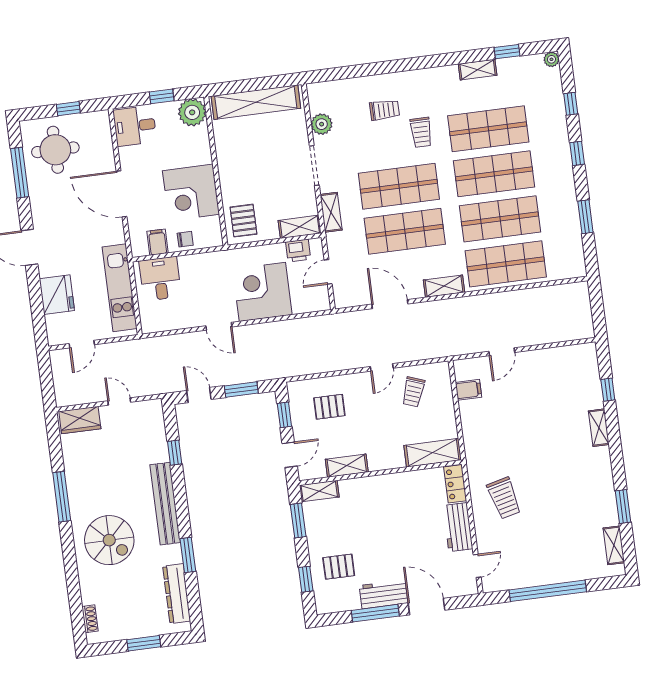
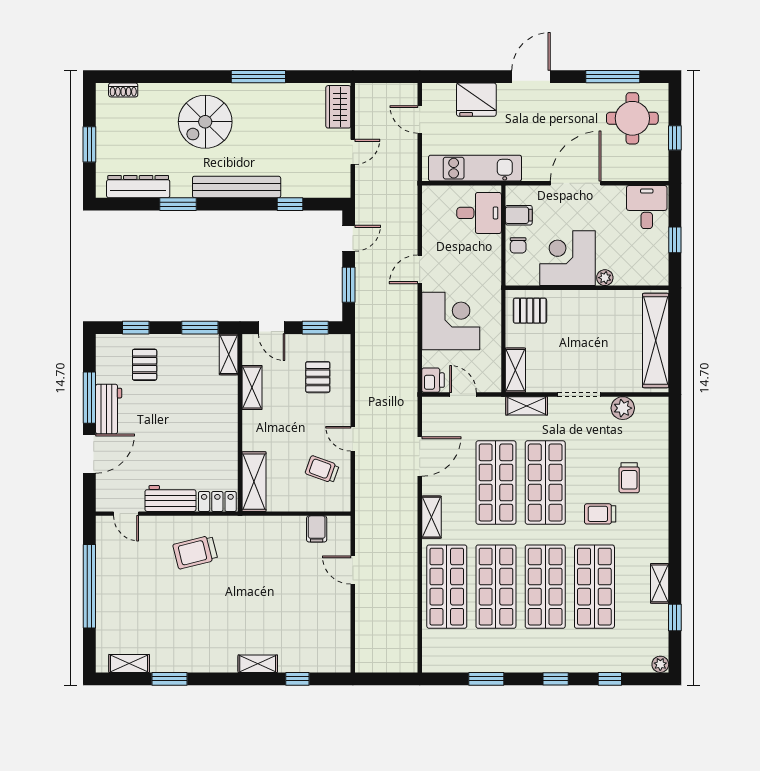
plant: (192, 112) -> (605, 278), moved, width x0.53, depth x0.53
printer: (298, 251) -> (433, 380), moved, turned 180

